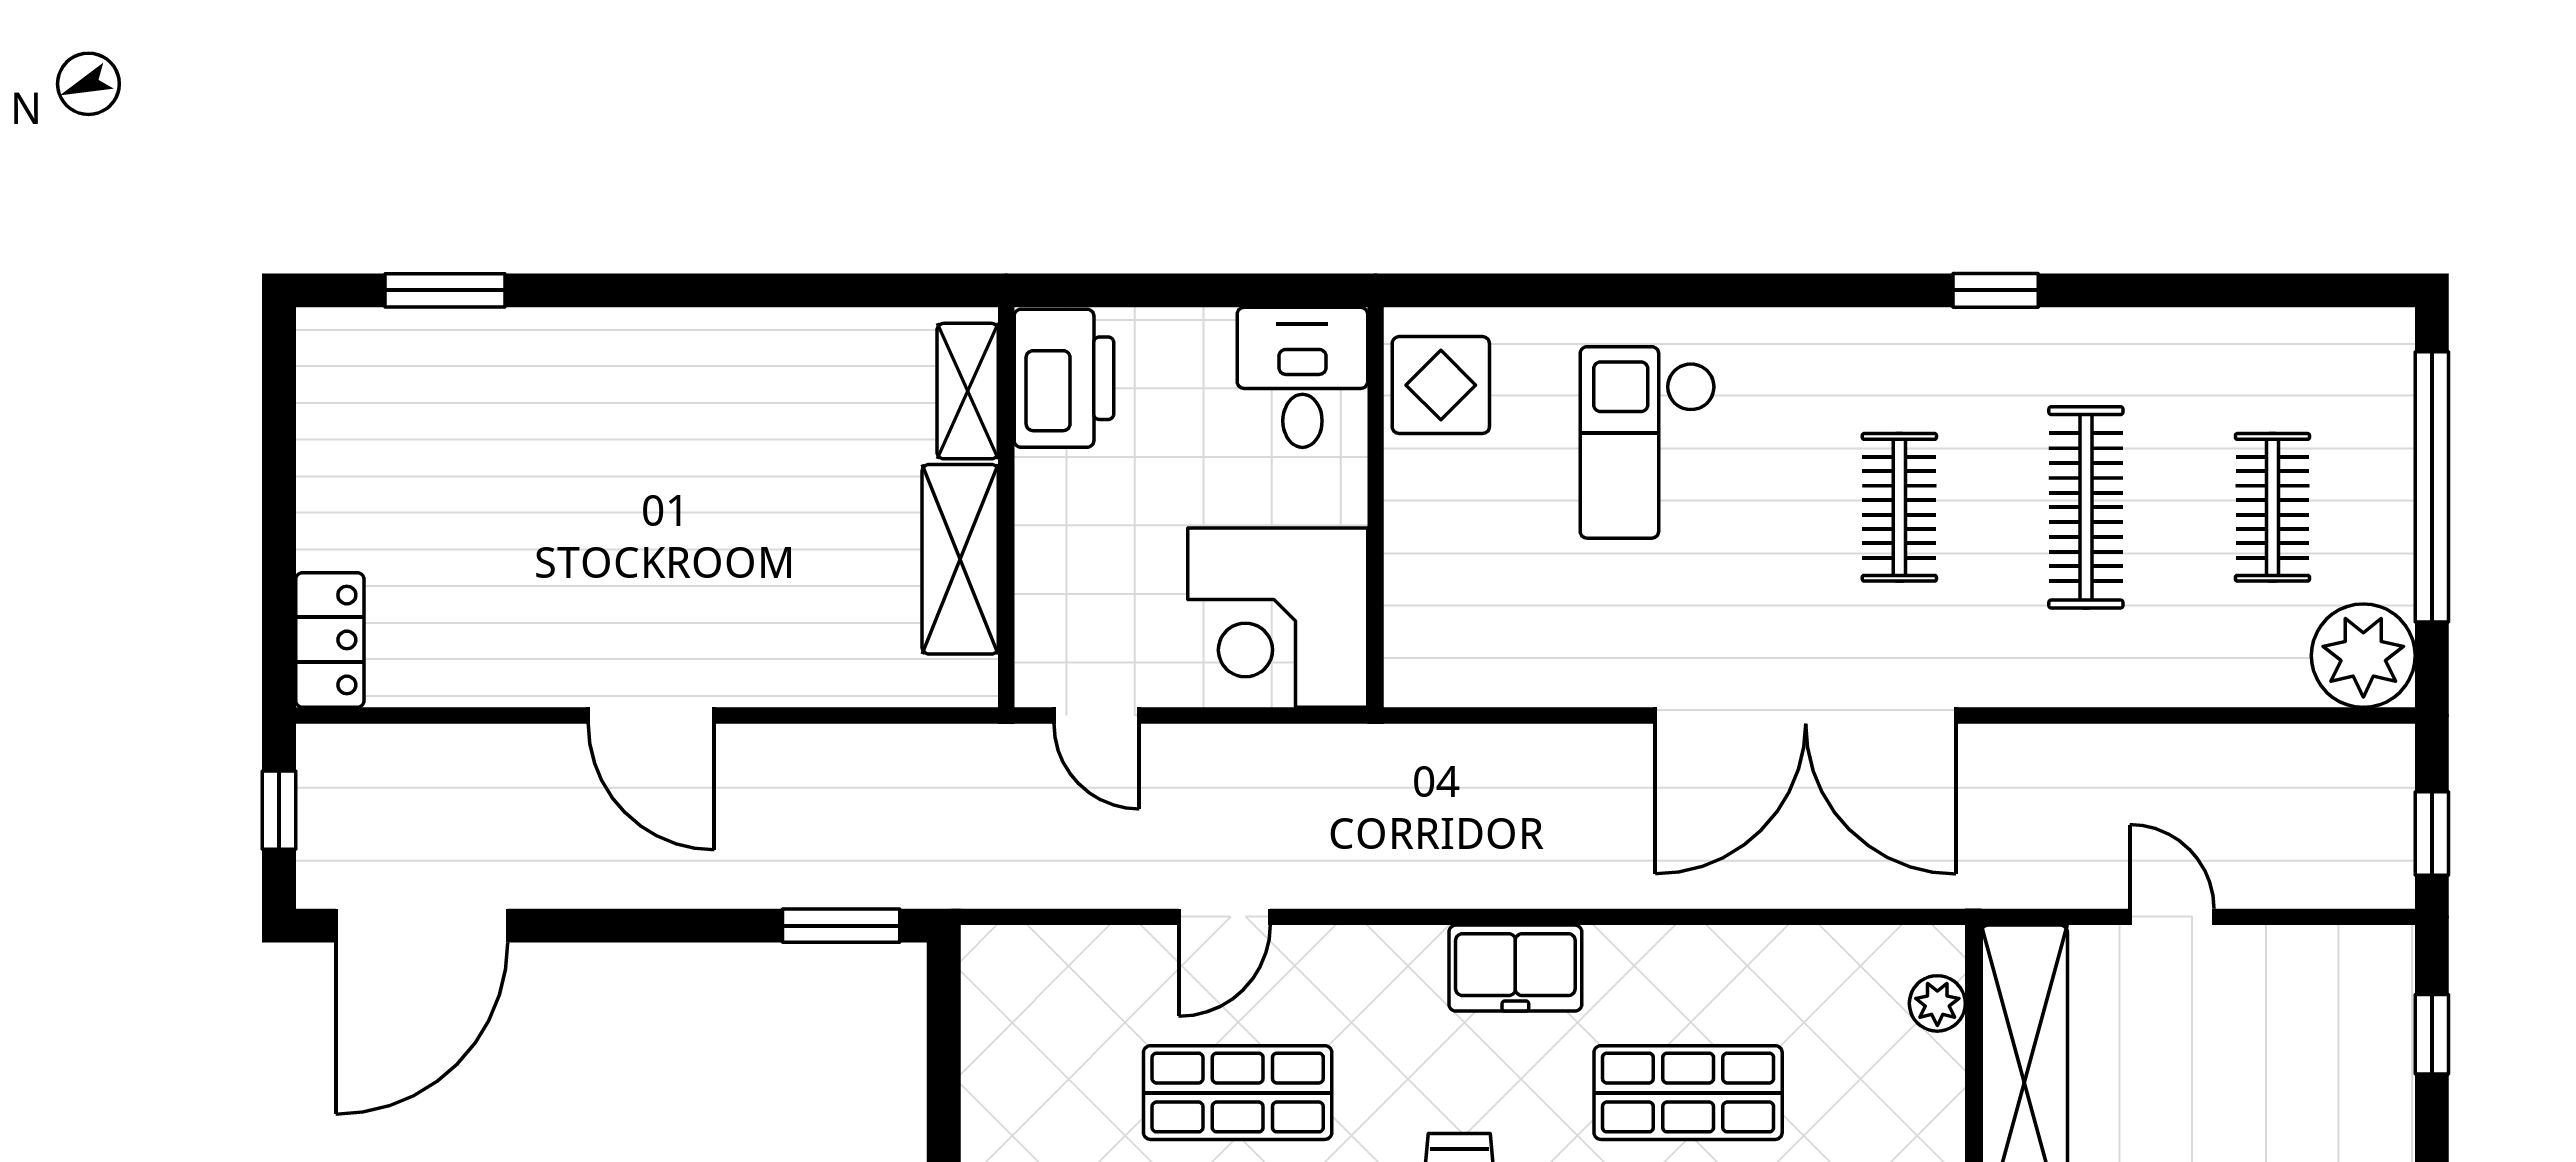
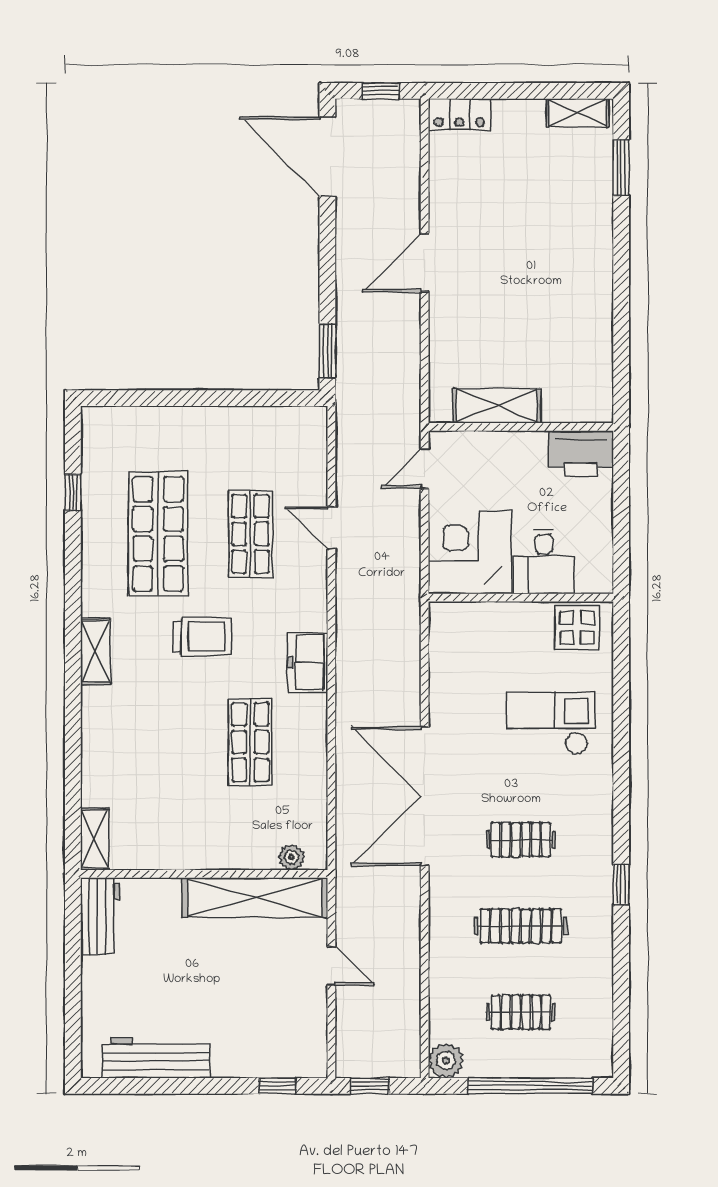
desk: (1302, 377) -> (544, 562), moved, turned 90
shelving: (968, 391) -> (578, 113), moved
plant: (2363, 656) -> (446, 1061), width x0.73, depth x0.73
door: (2172, 917) -> (331, 966), hinge flipped

